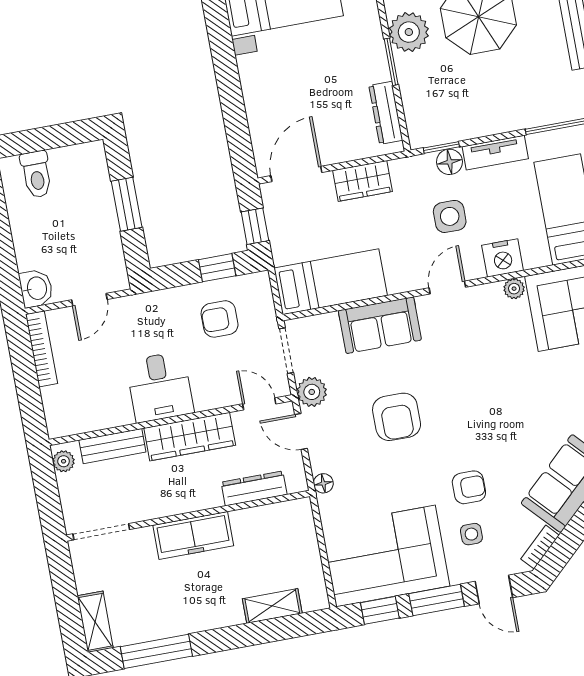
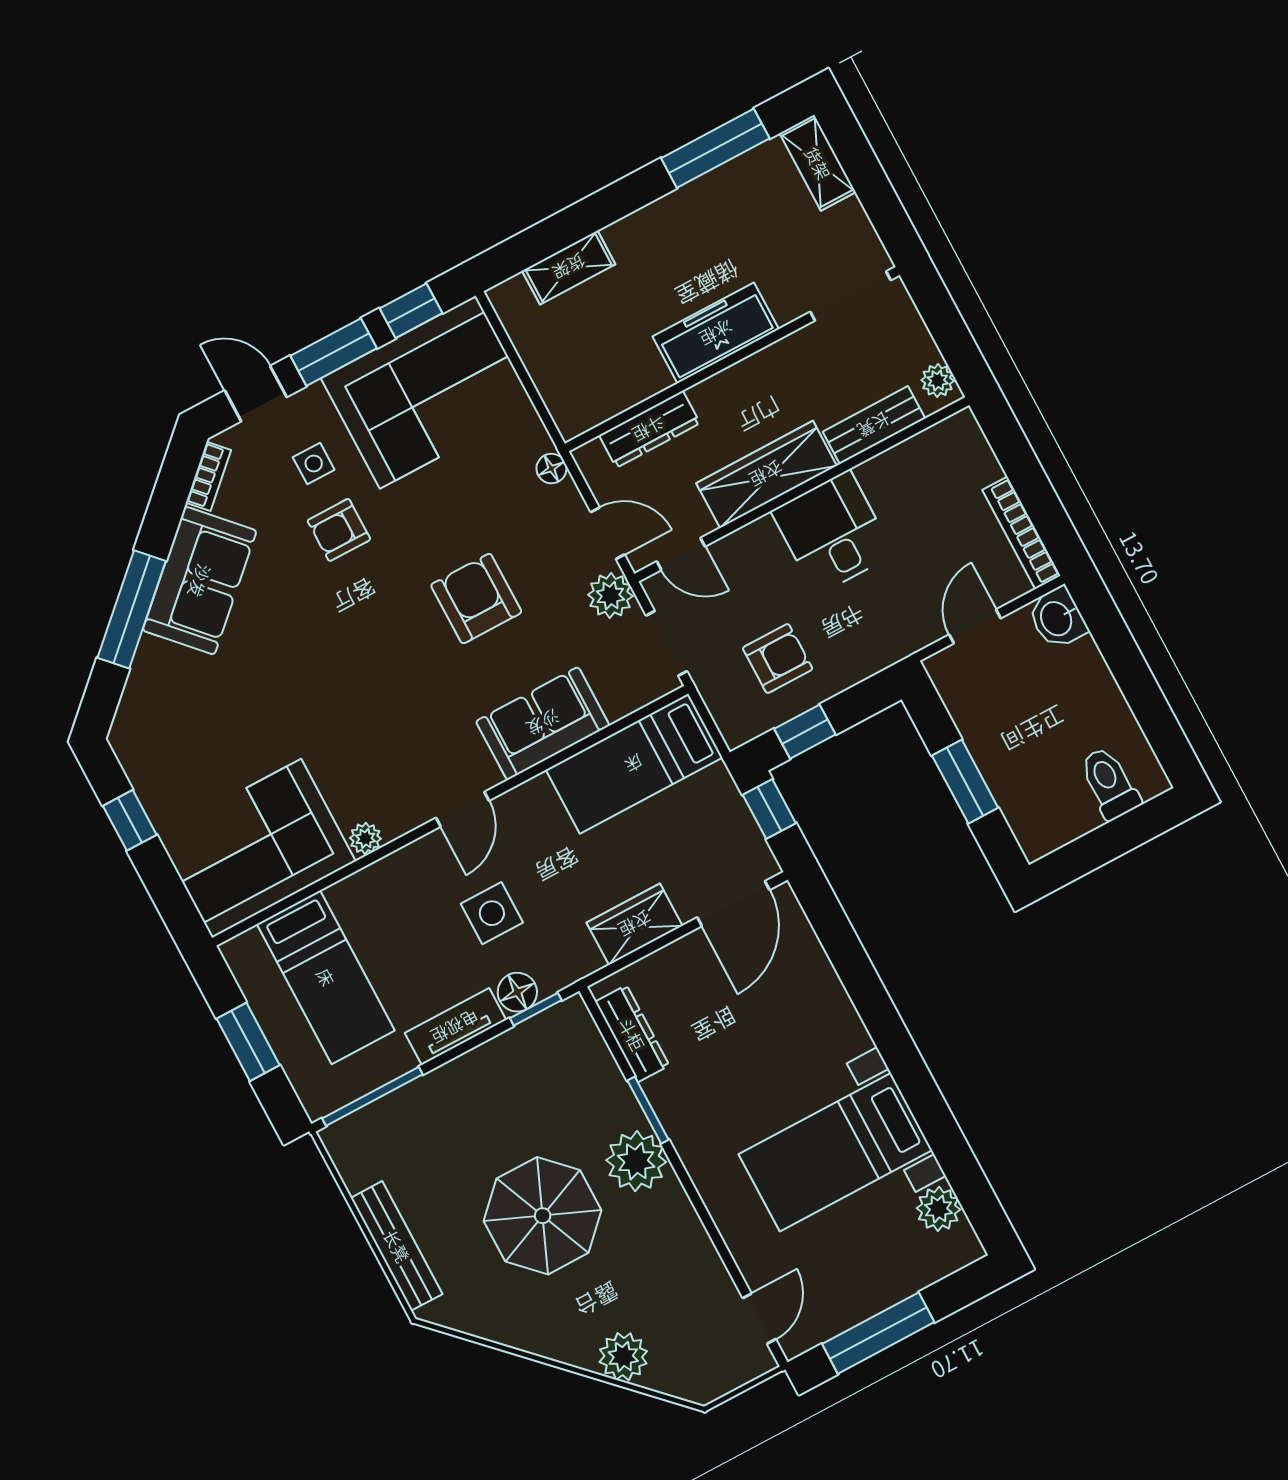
nightstand: (503, 258) -> (396, 878), removed

